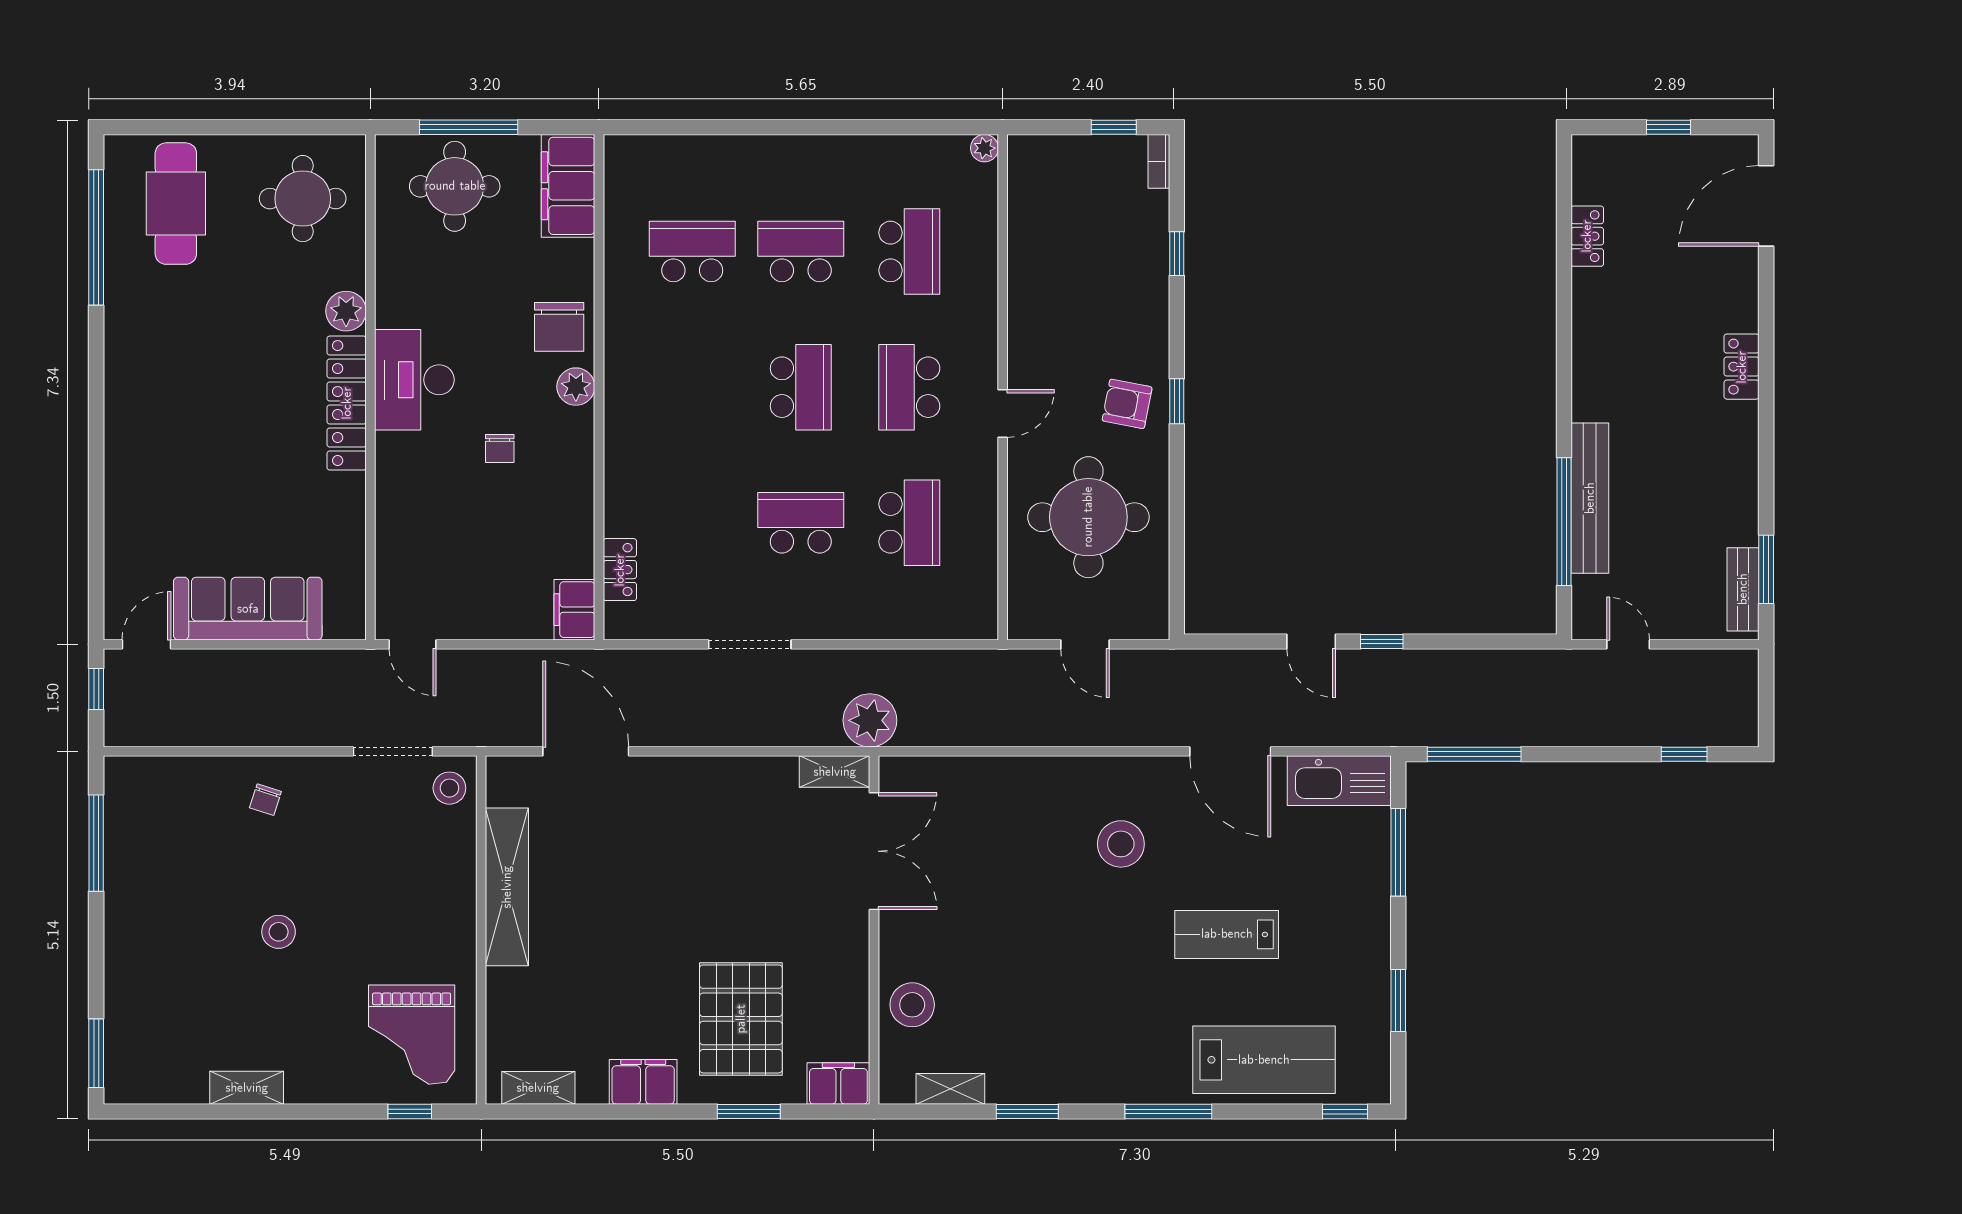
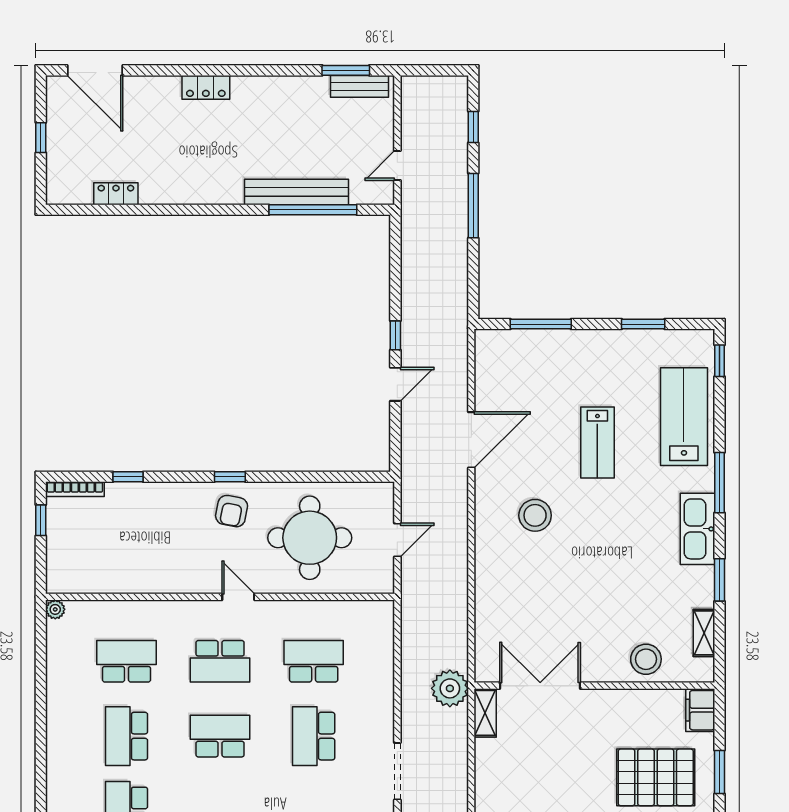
bookcase: (1159, 161) -> (75, 489), width x1.56
window: (1474, 754) -> (473, 206), moved
kitchen sink: (1339, 781) -> (697, 529), moved, turned 180

